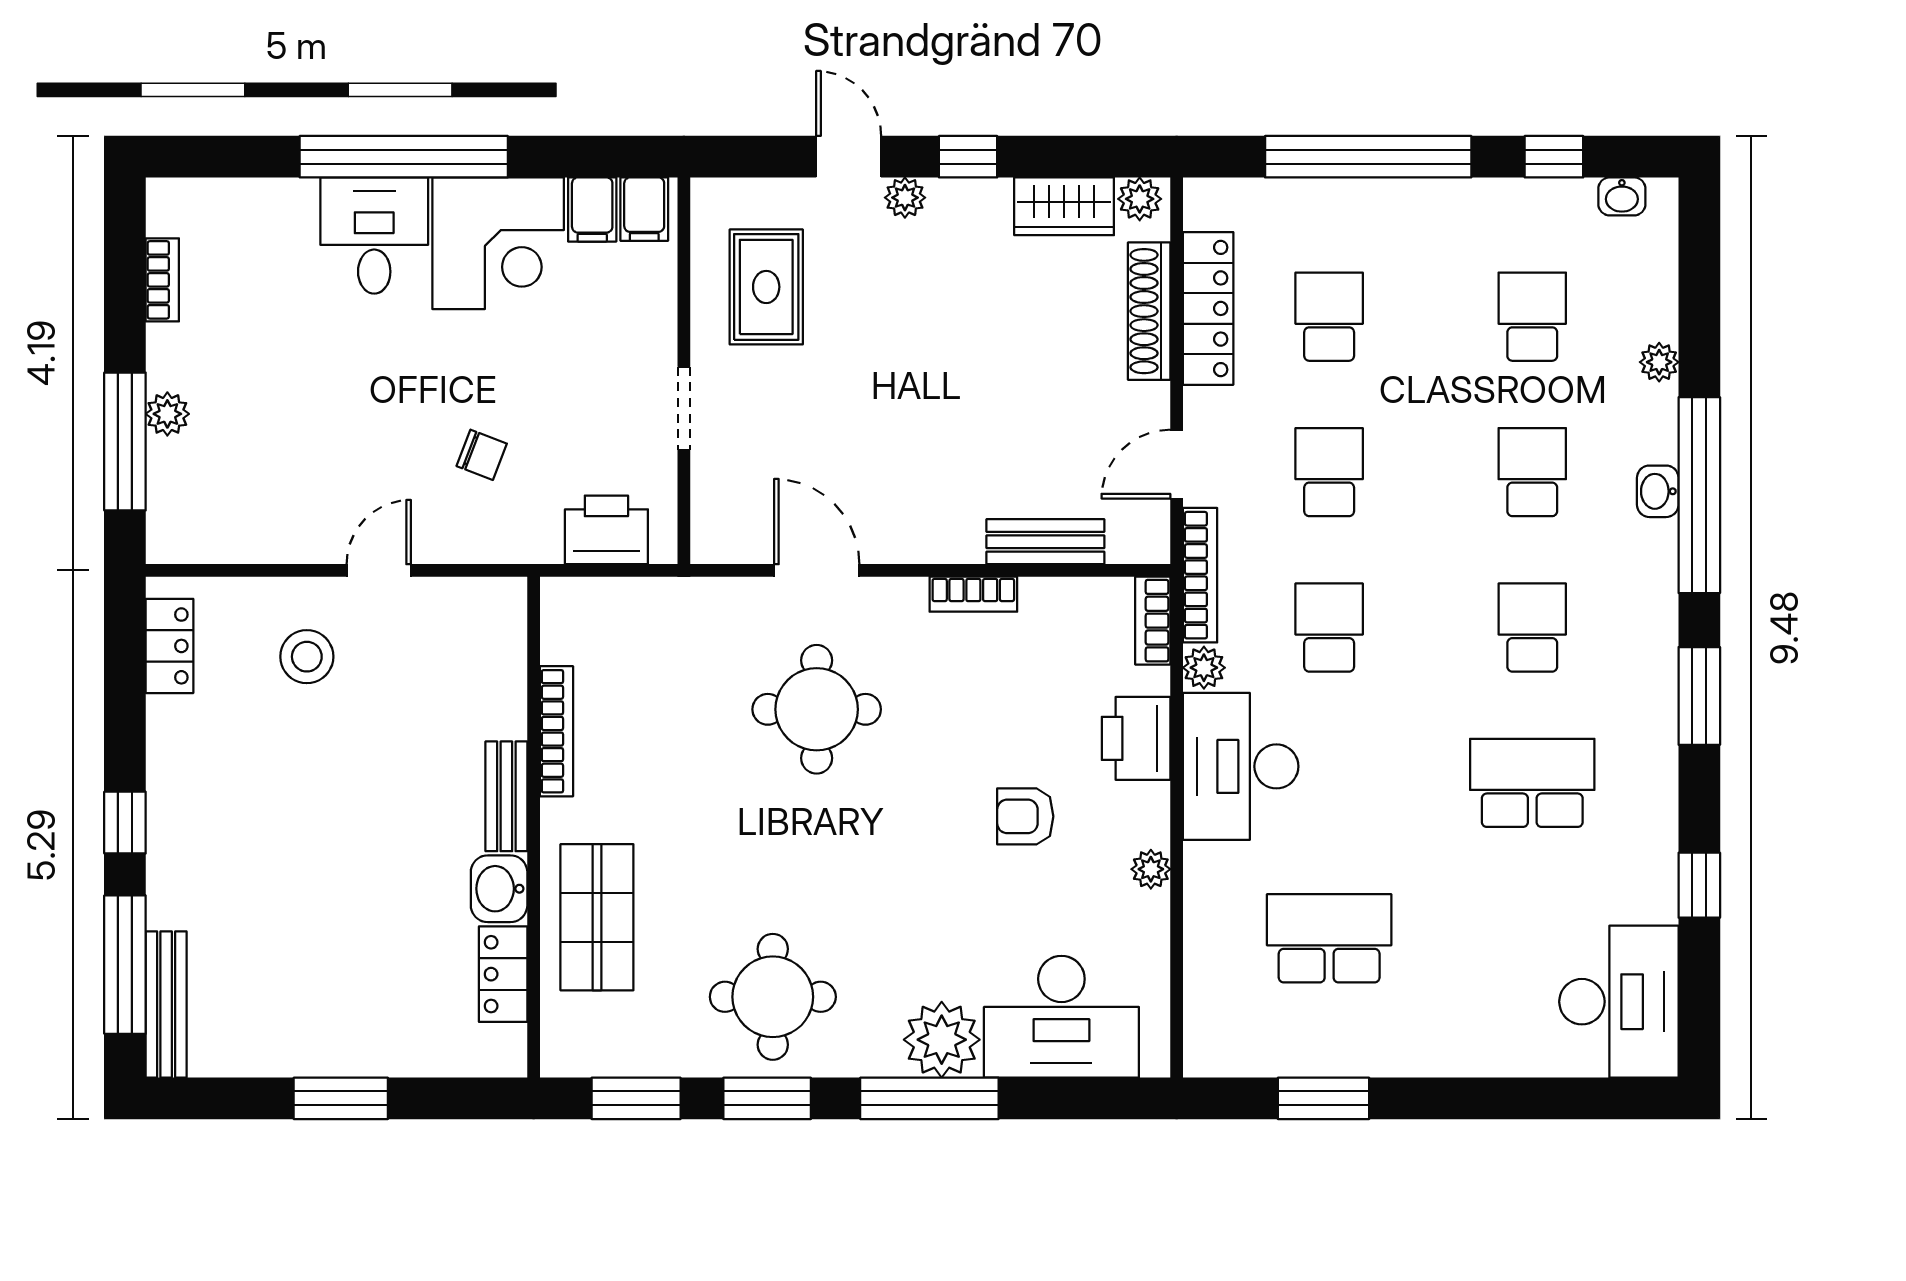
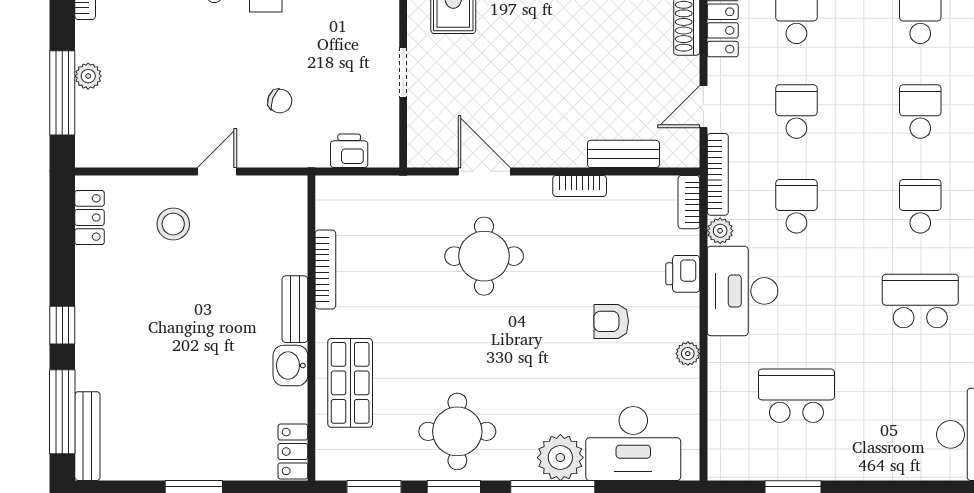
printer: (606, 530) -> (349, 151), width x0.73, depth x0.81
printer: (1136, 738) -> (683, 274), width x0.73, depth x0.81
locker: (503, 974) -> (293, 452), moved

